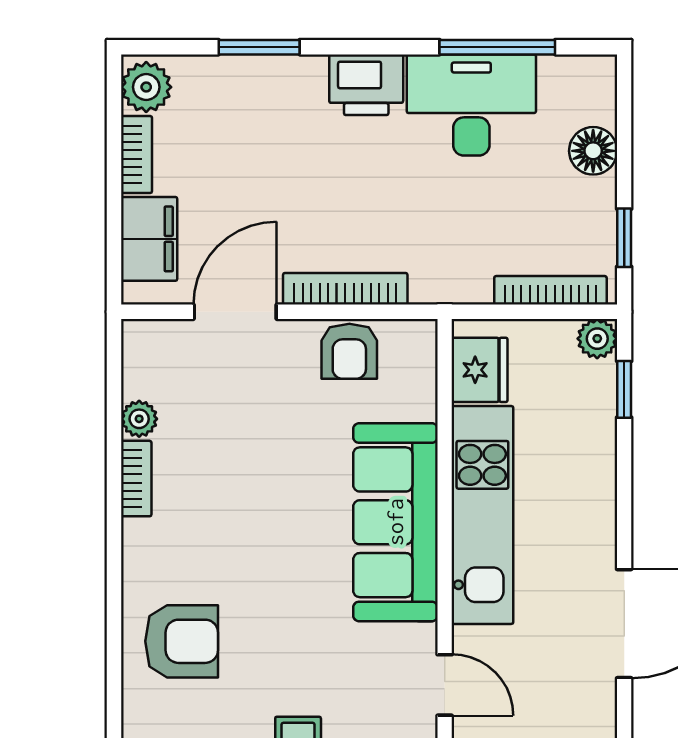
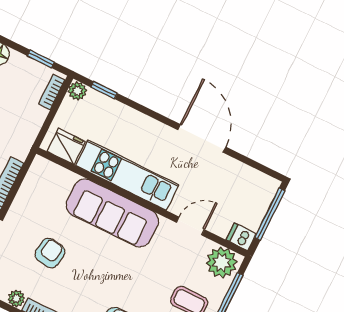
bookcase: (550, 290) -> (52, 92), width x0.64
armchair: (349, 351) -> (50, 253), moved, turned -82

